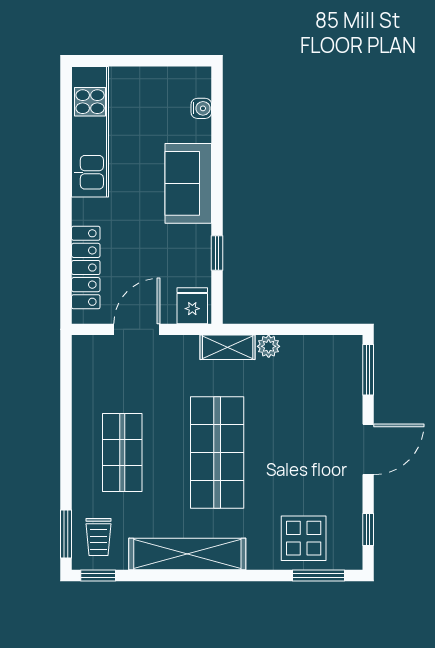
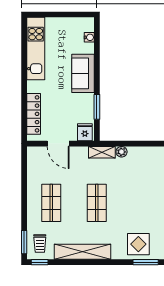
window: (217, 253) -> (97, 107), width x1.50
door: (137, 329) -> (58, 144), swing flipped
shop shelf: (217, 452) -> (97, 203), width x0.70, depth x0.74

